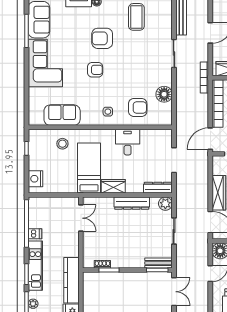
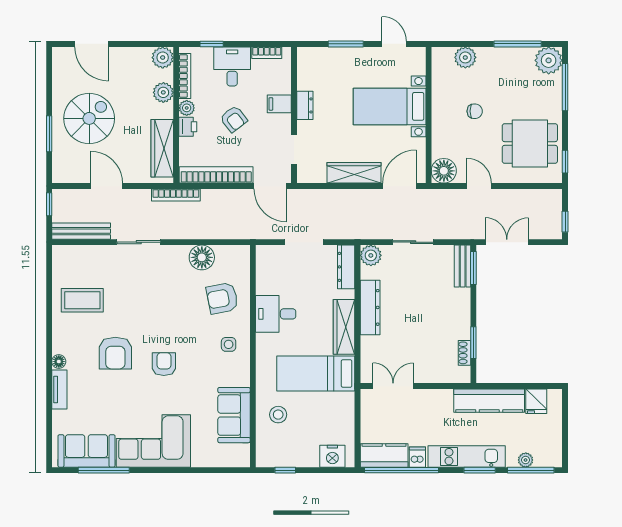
armchair: (138, 107) -> (222, 298), turned -101
wardrobe: (113, 186) -> (344, 327), width x1.50
kitchen counter: (36, 212) -> (384, 455), added

